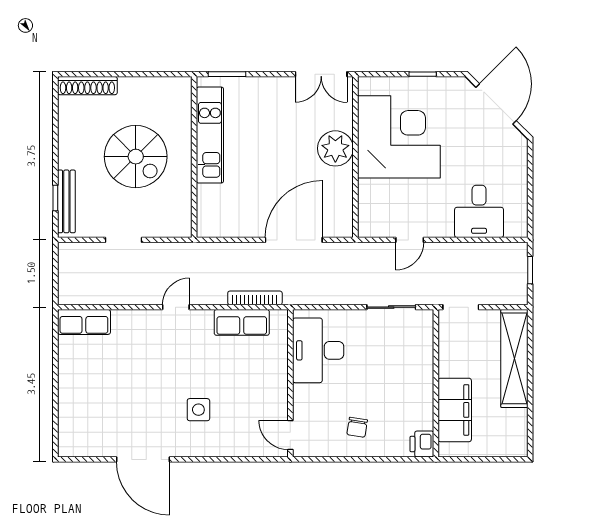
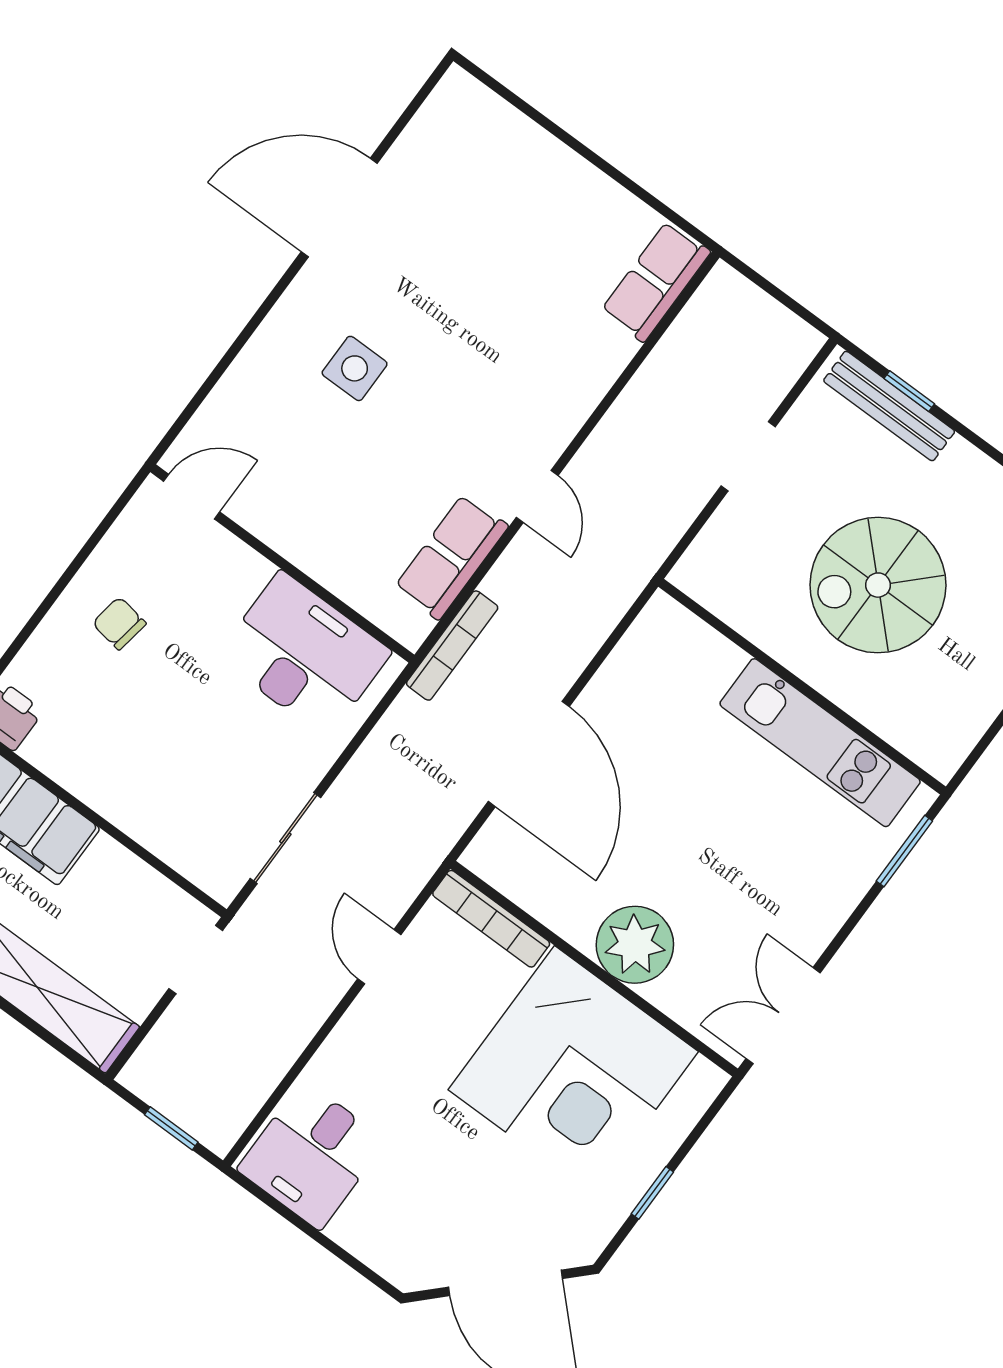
bookcase: (365, 209) -> (491, 919), added
desk: (479, 211) -> (312, 1155), moved, turned -90
bookcase: (255, 298) -> (452, 646), moved
door: (176, 307) -> (537, 497), moved

